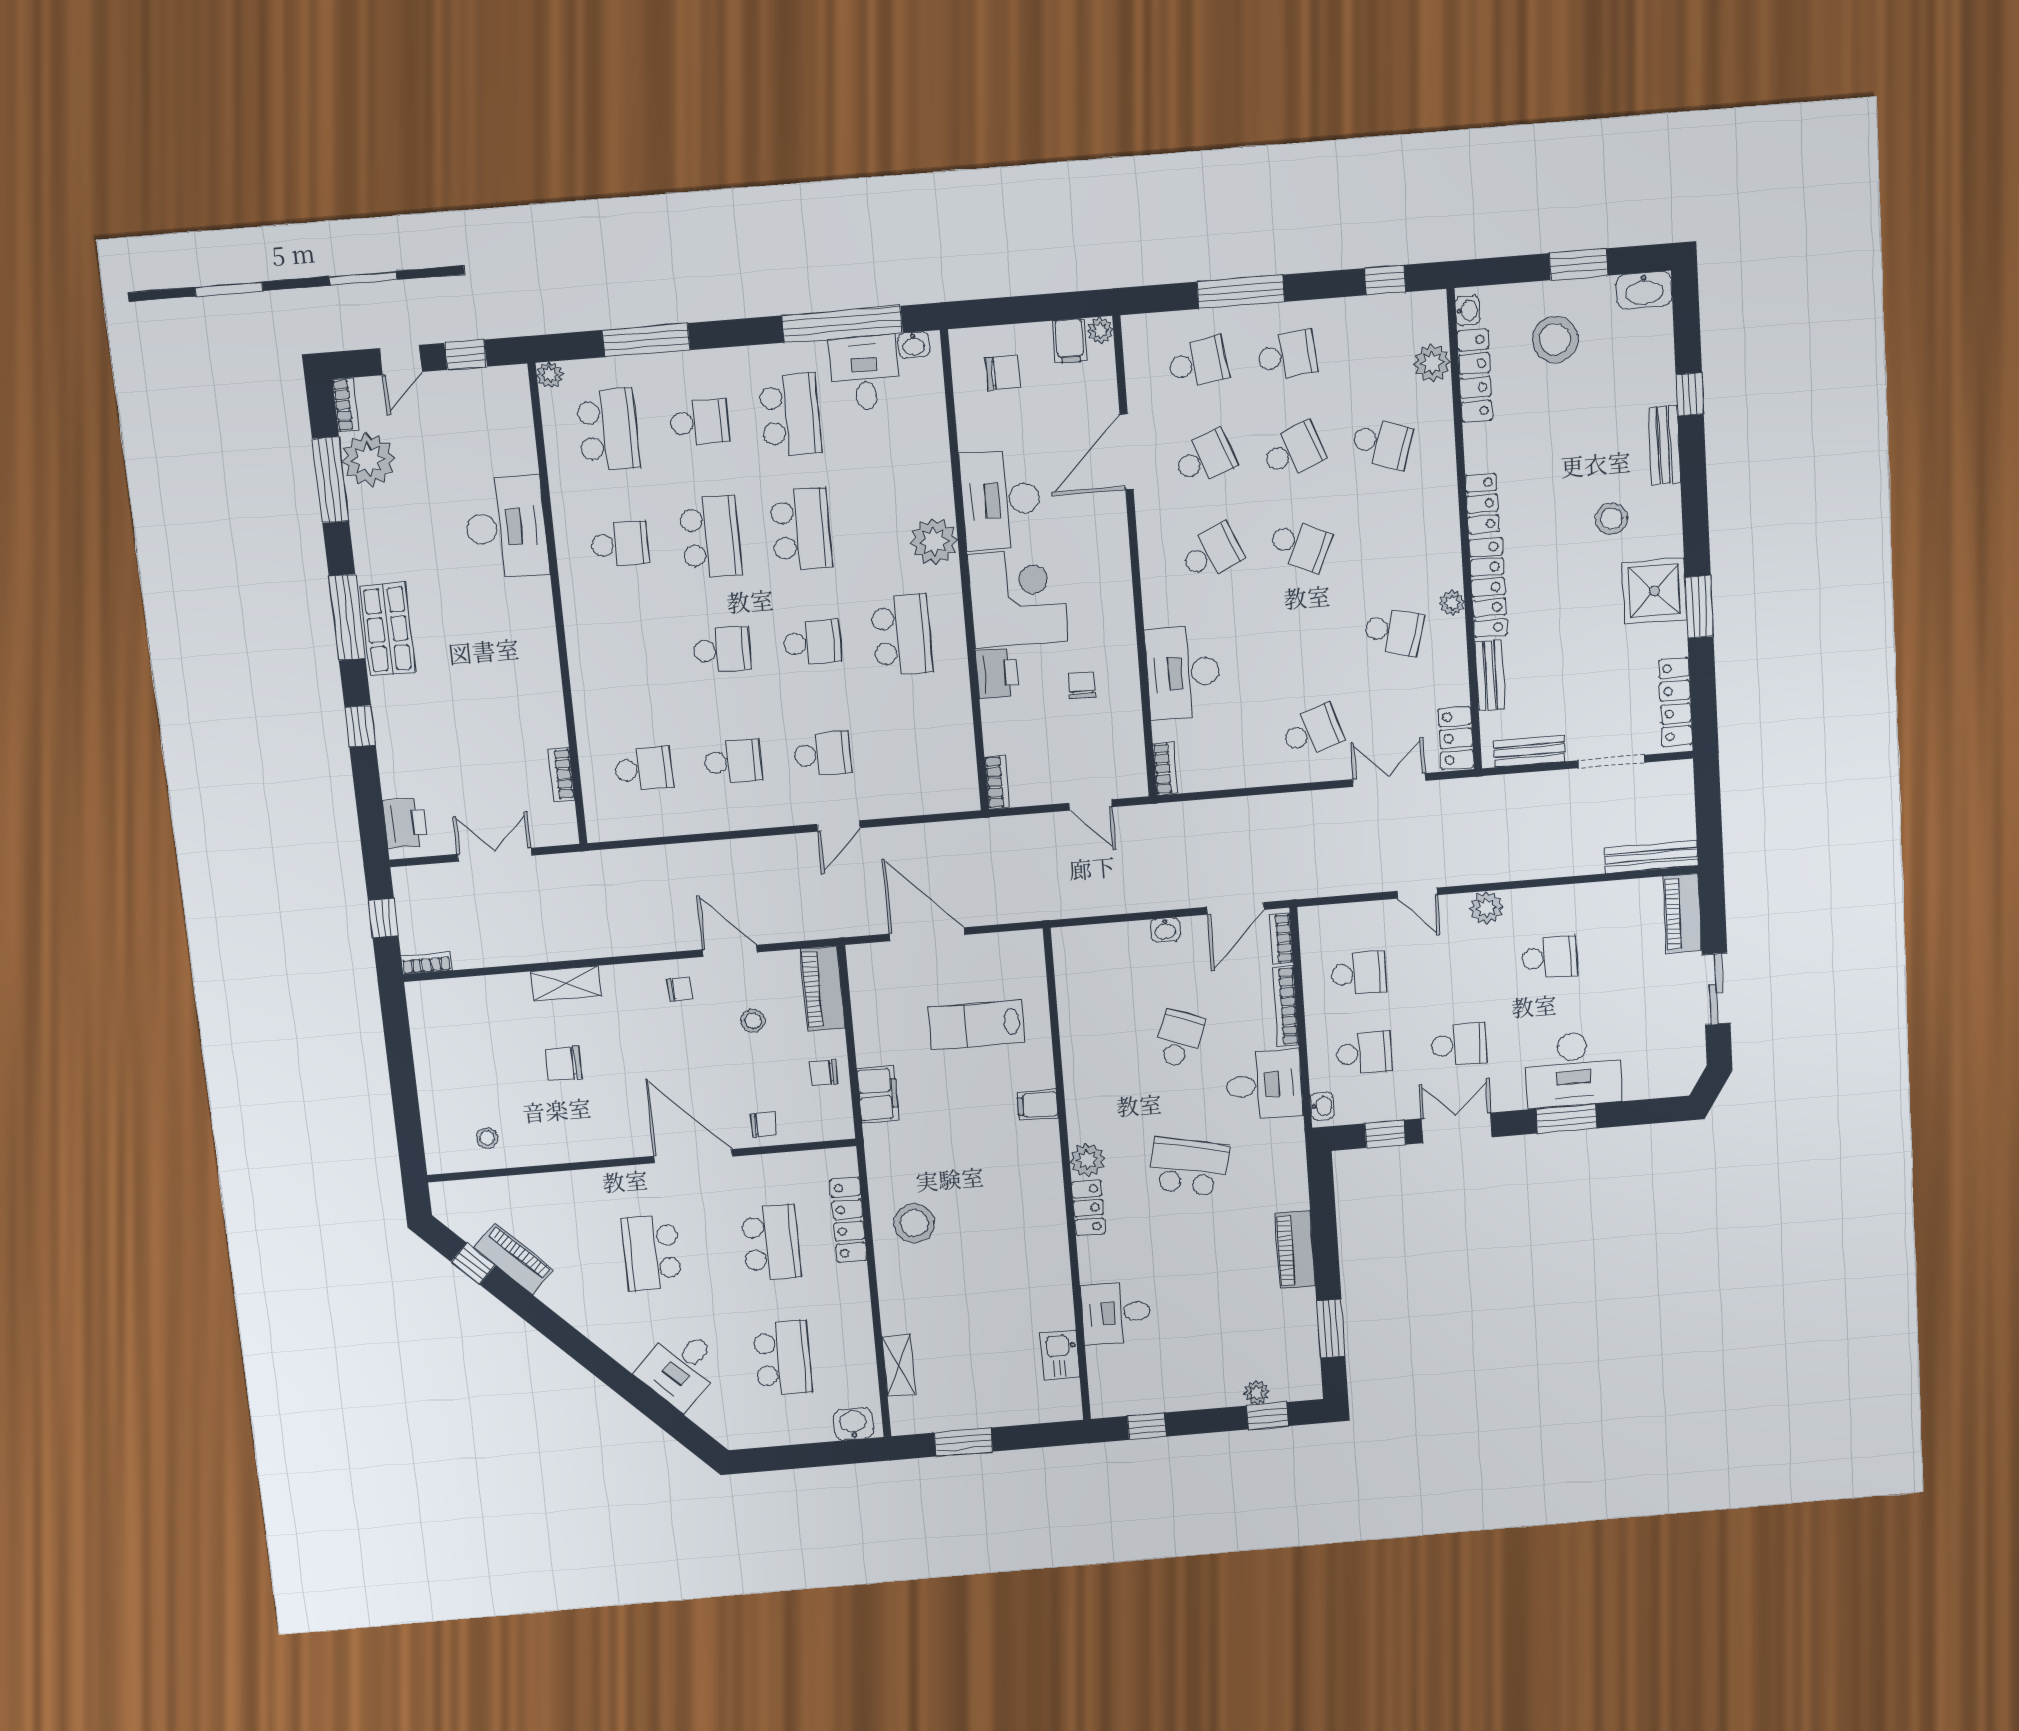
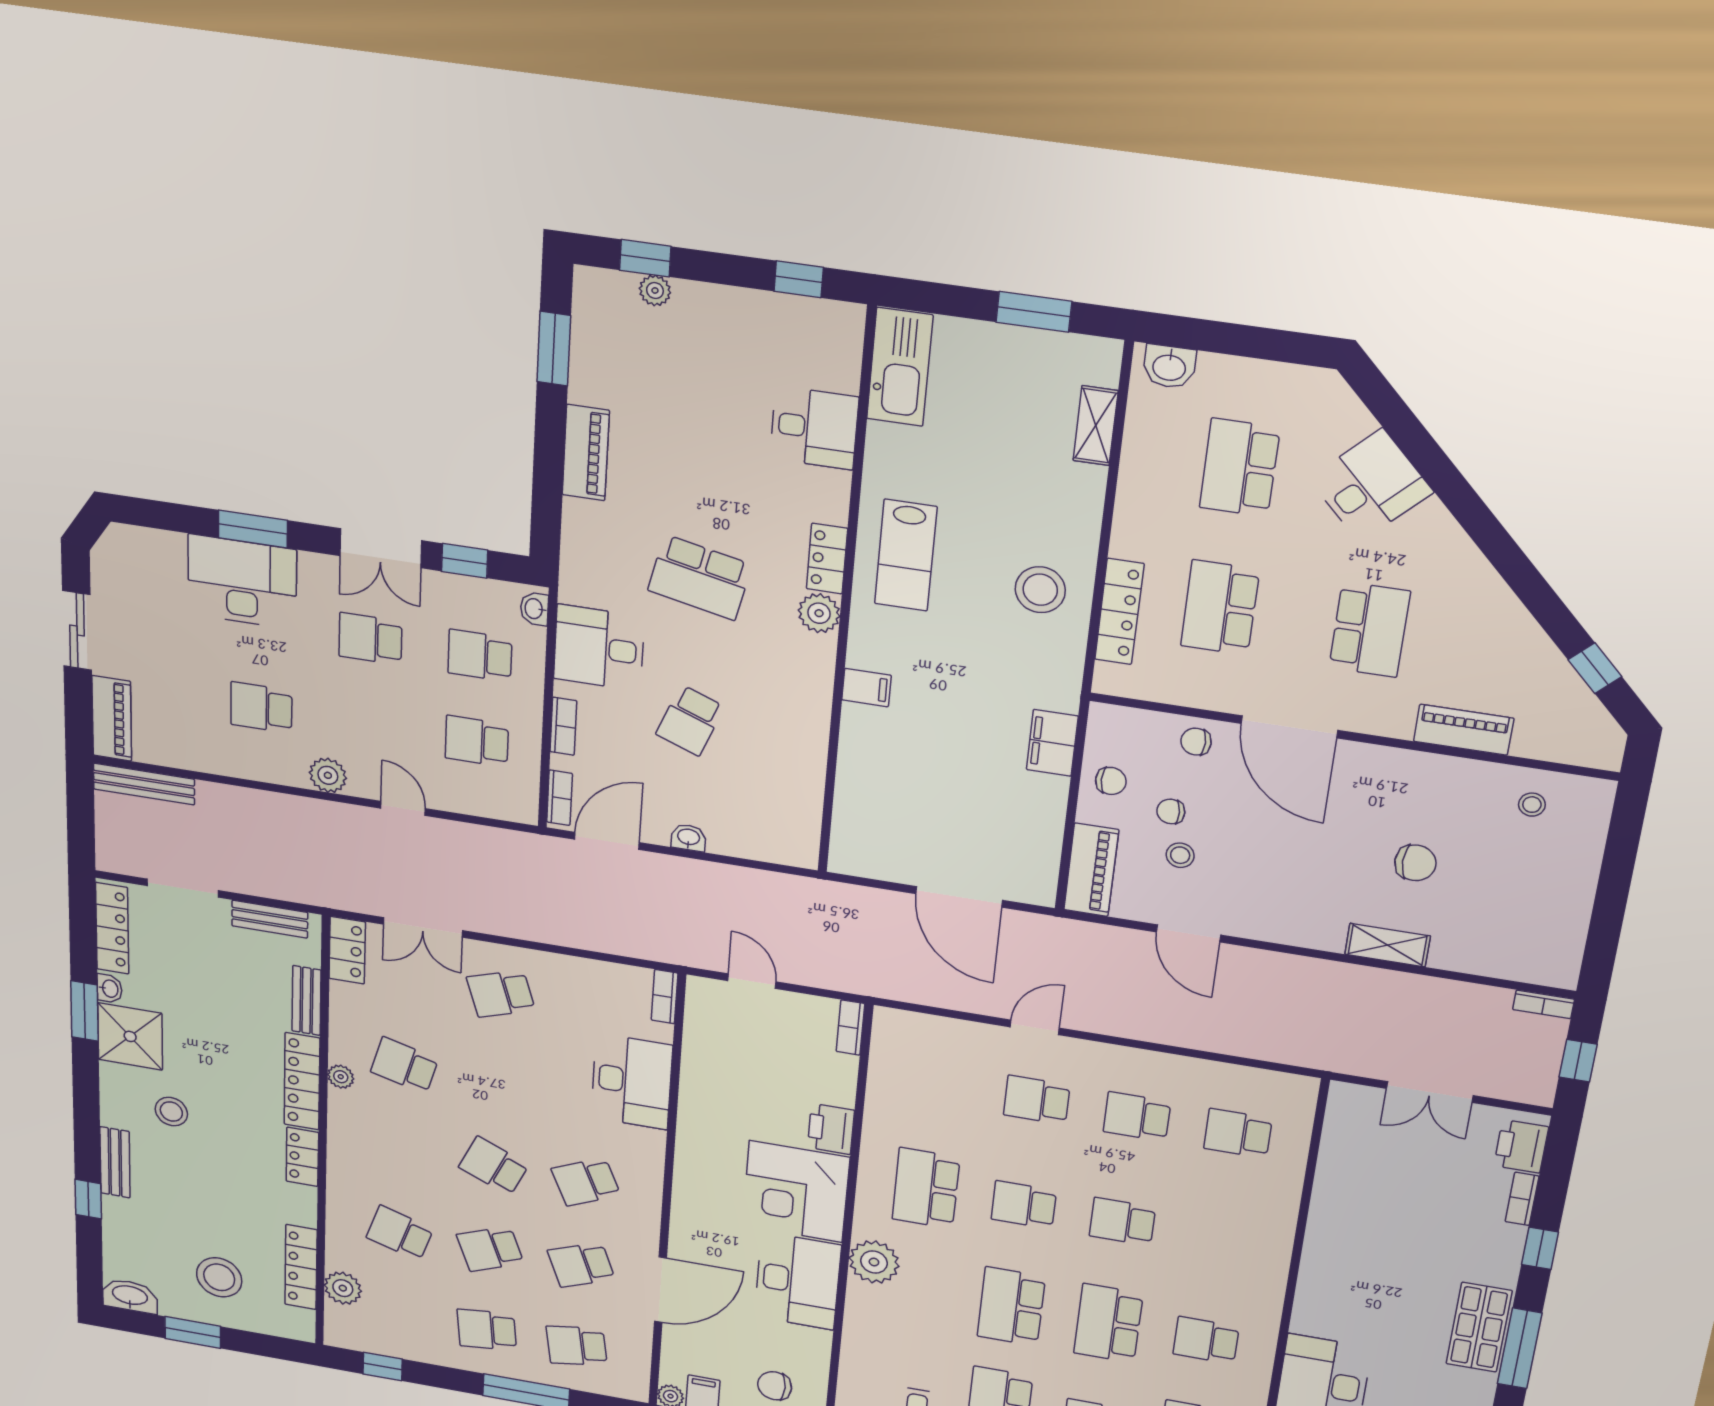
washbasin: (1468, 310) -> (110, 989), moved, turned 180
chair: (1082, 685) -> (742, 1096), removed
bookcase: (561, 774) -> (1522, 1199), moved, turned 180
chair: (680, 989) -> (1171, 811), moved
bookcase: (1286, 1006) -> (563, 726), width x0.64
lab bench: (976, 1024) -> (906, 555), moved, turned 90
piano: (513, 1259) -> (1464, 730), moved, turned 135
kitchen sink: (1060, 1355) -> (900, 367), width x1.88, depth x1.24

